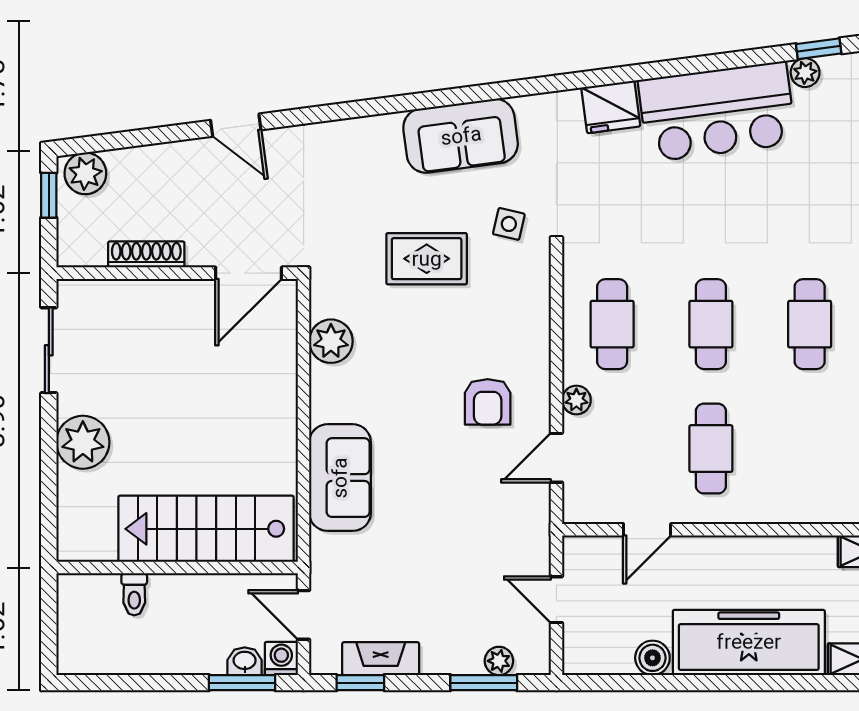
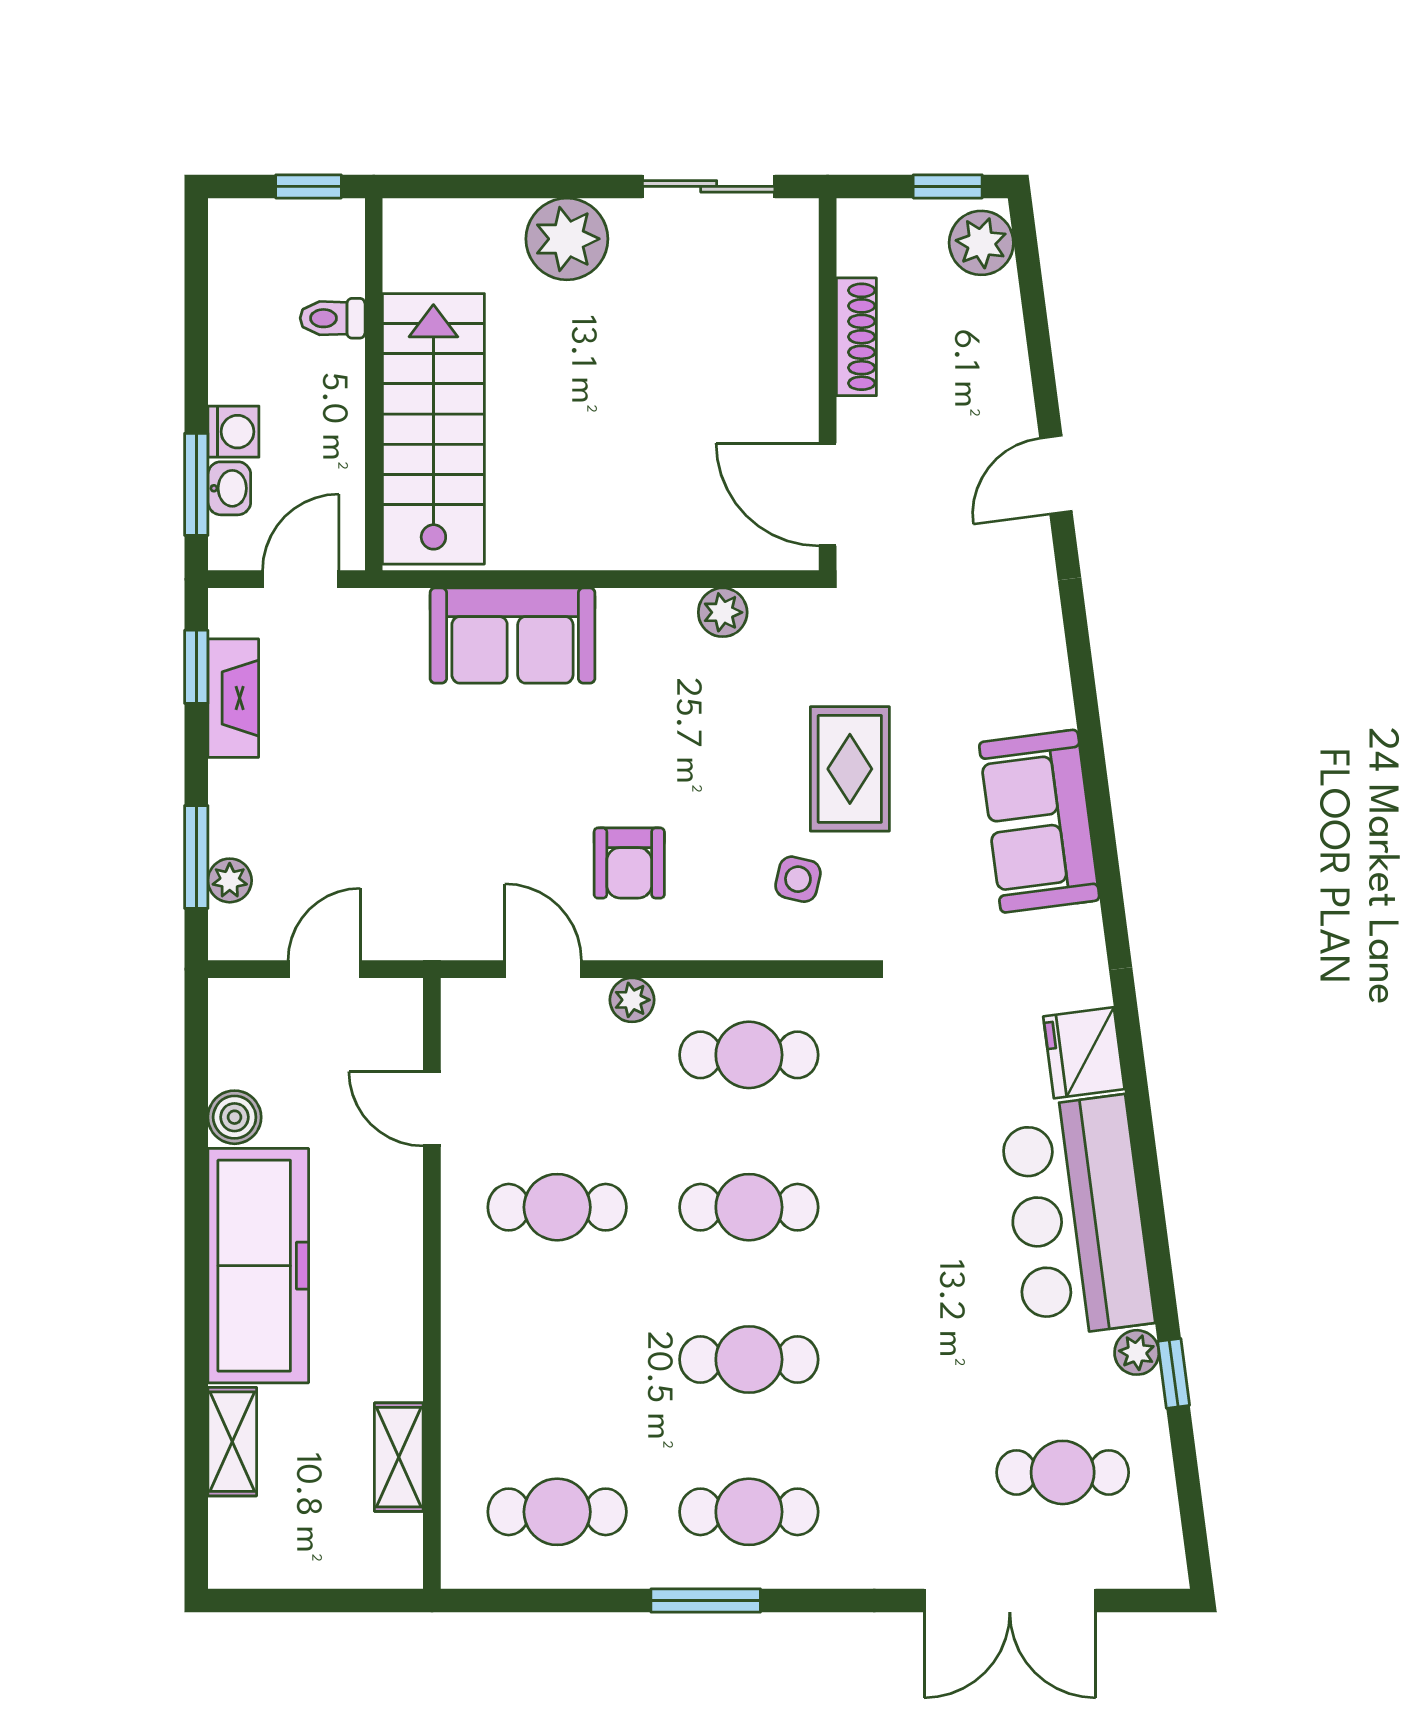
side table: (509, 224) -> (798, 879), moved
plant: (331, 341) -> (723, 612), width x0.73, depth x0.73
armchair: (488, 402) -> (629, 863), turned -90
window: (49, 610) -> (308, 186), added
washing machine: (281, 659) -> (233, 432), moved

